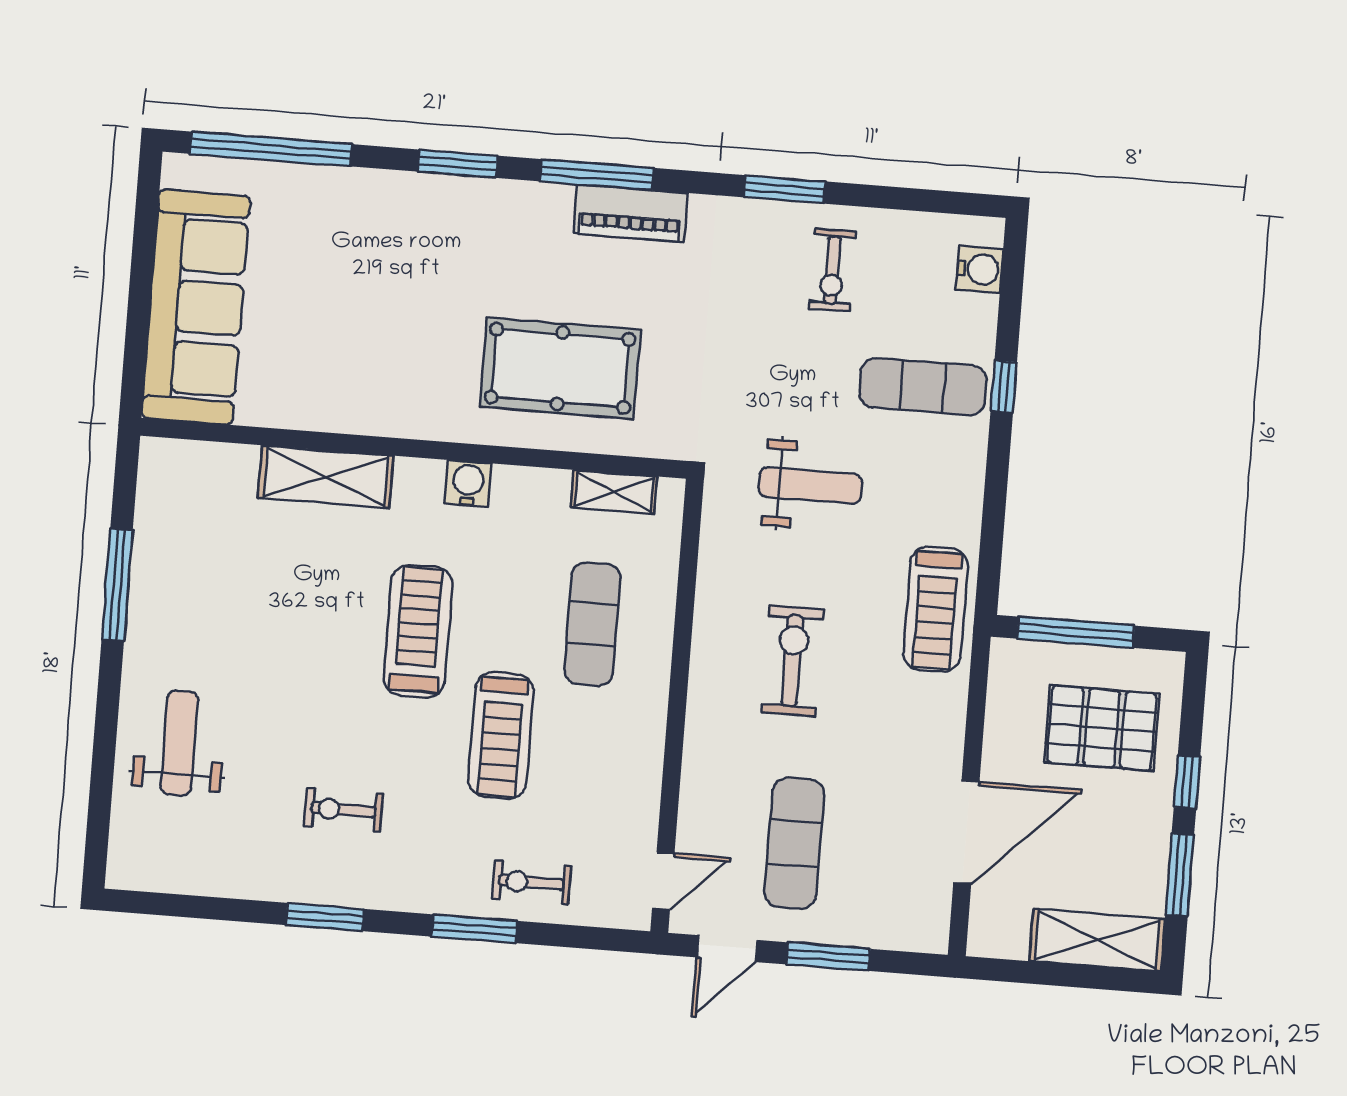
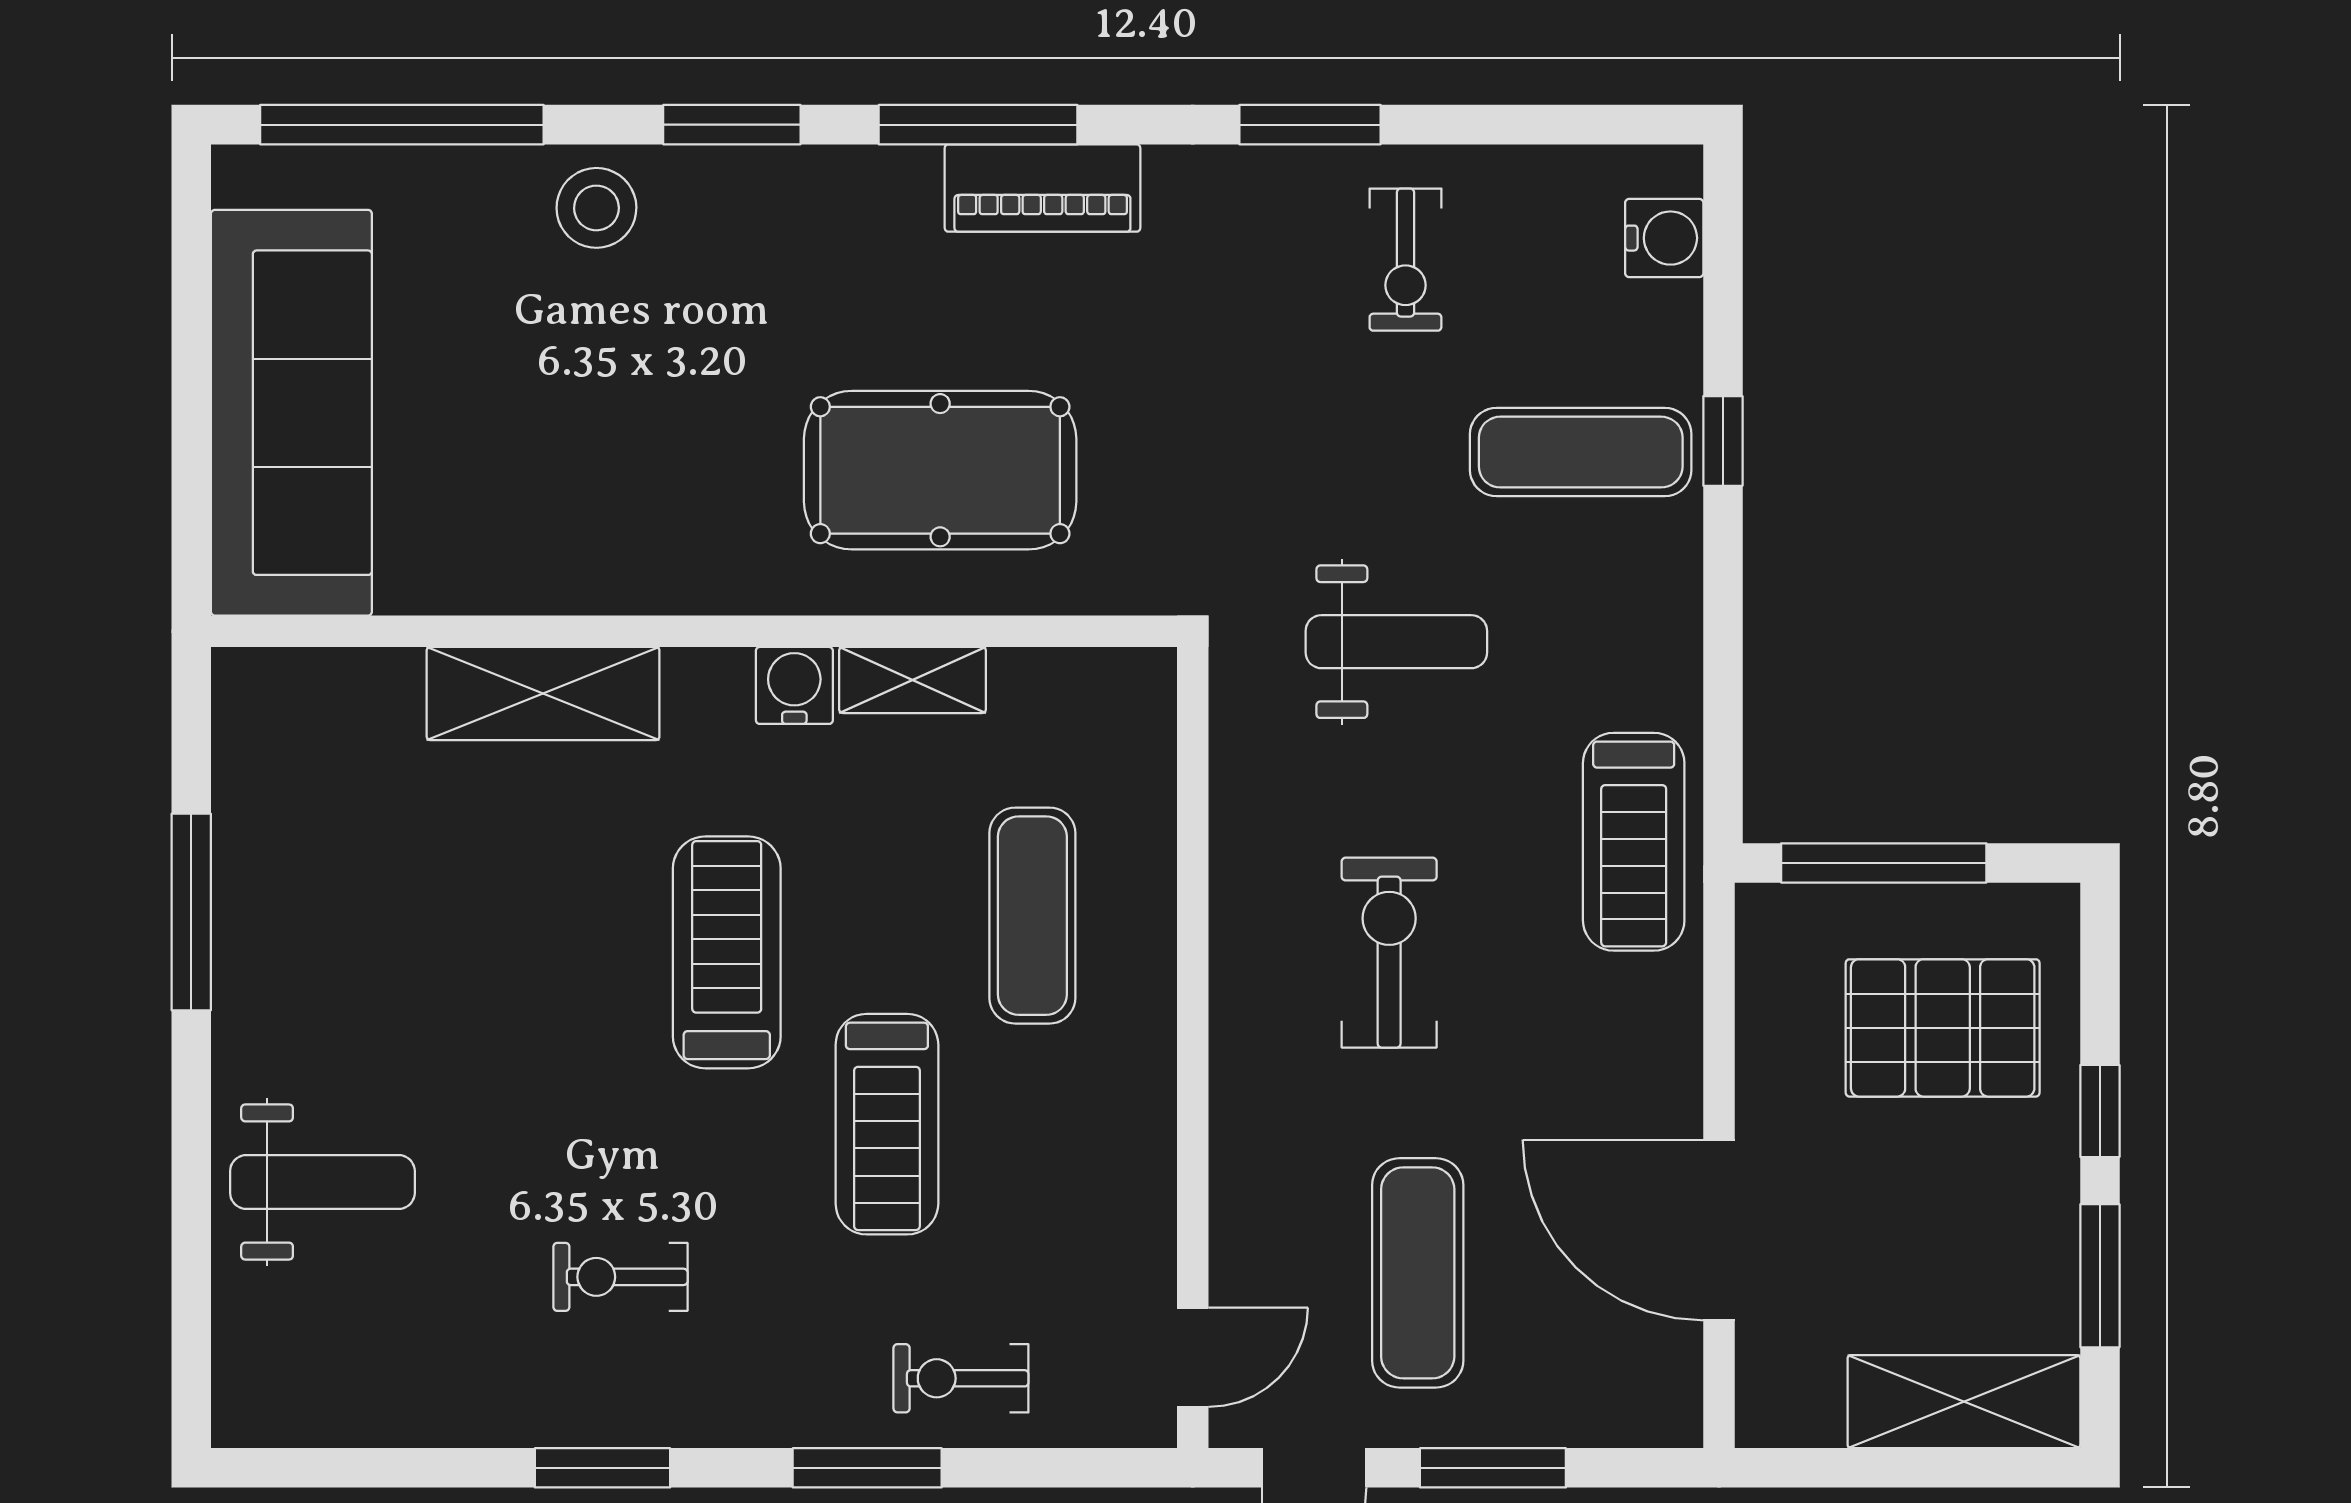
stool: (377, 205) -> (596, 208), added
shelving: (614, 492) -> (913, 680), moved
weight bench: (179, 743) -> (322, 1182), turned 90
door: (966, 832) -> (1719, 1230), swing flipped

